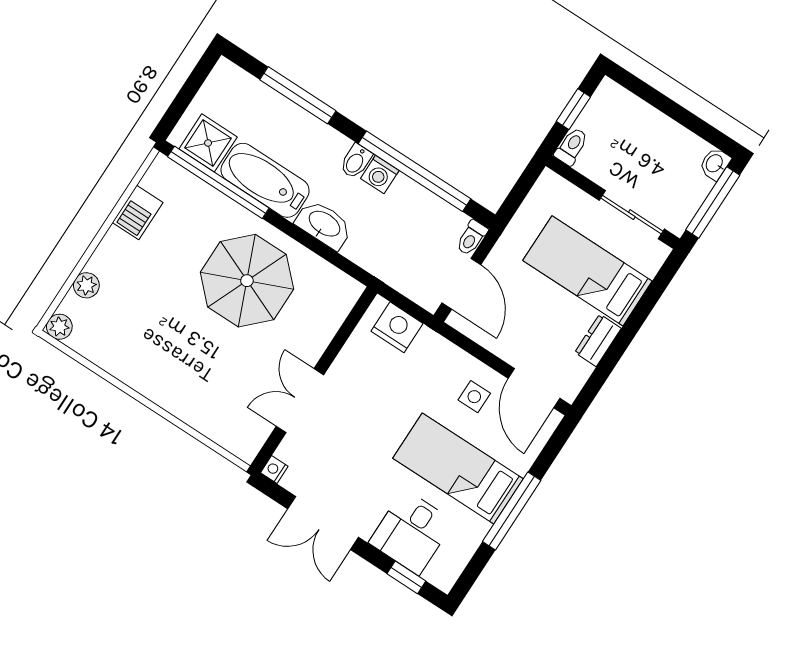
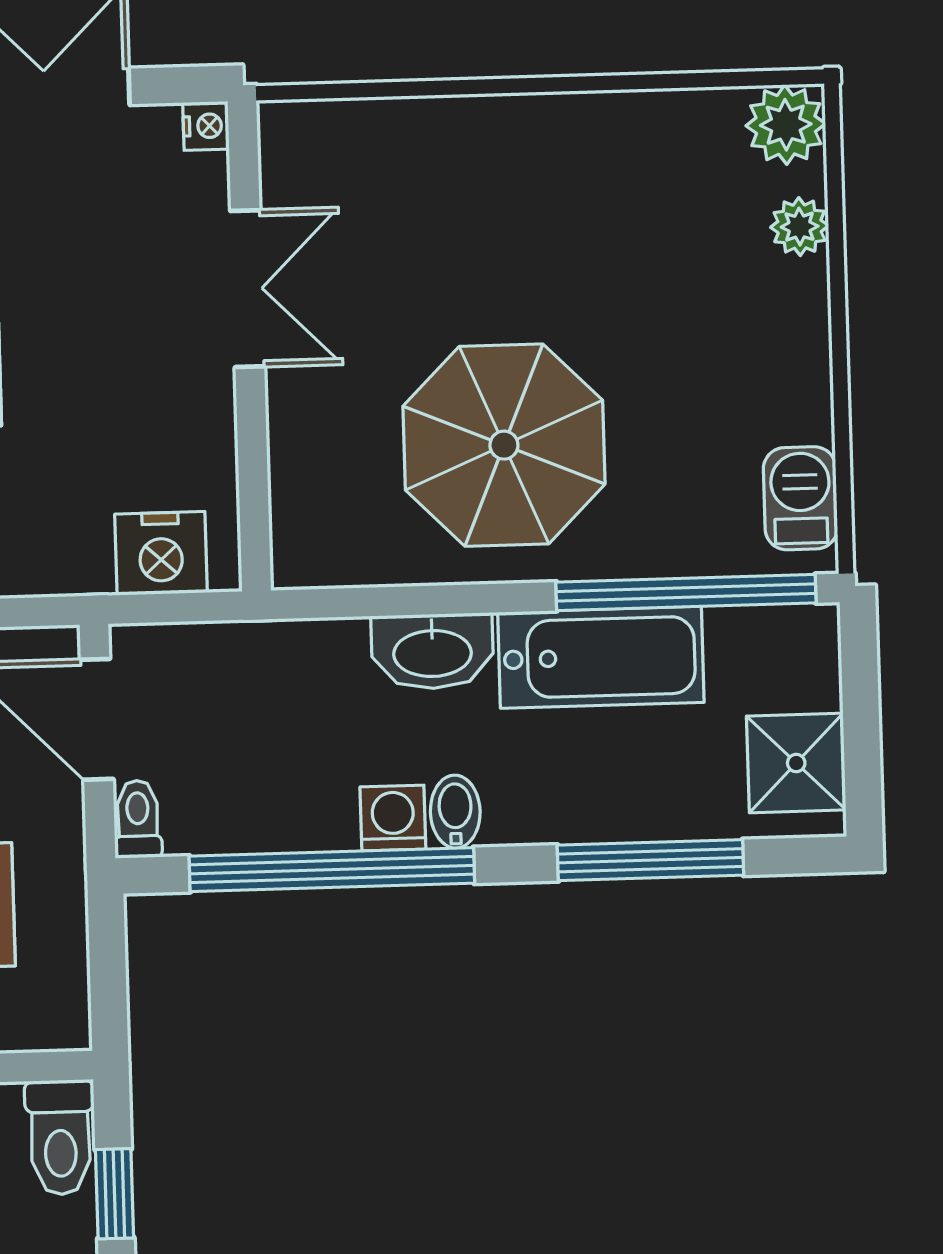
shower: (208, 143) -> (796, 763), moved
toilet: (571, 146) -> (60, 1137), width x1.37, depth x1.39
barbecue: (138, 212) -> (800, 498), moved
plant: (59, 327) -> (786, 125), width x1.38, depth x1.38

